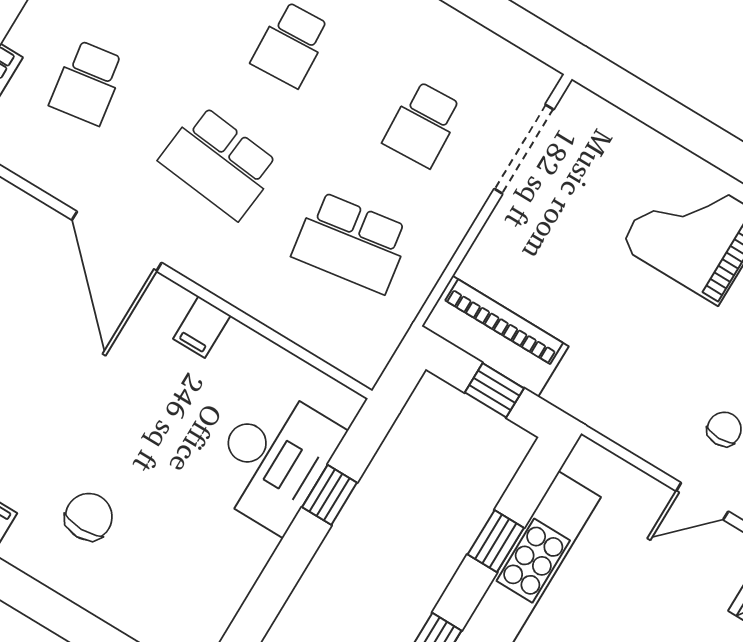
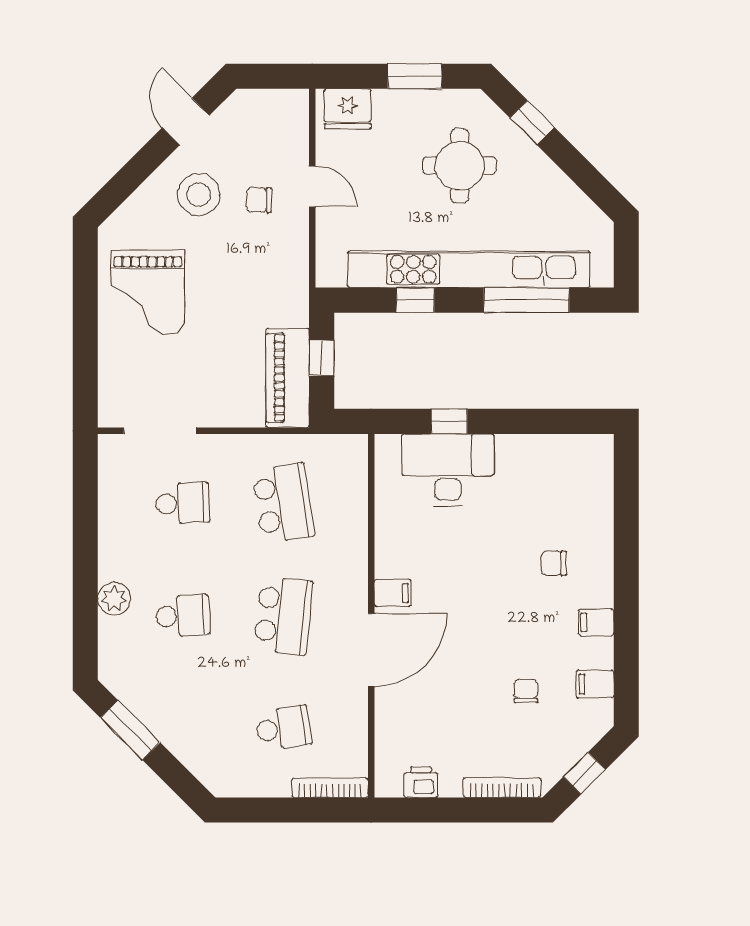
filing cabinet: (202, 327) -> (393, 593), moved
chair: (89, 517) -> (554, 563), width x0.73, depth x0.73

